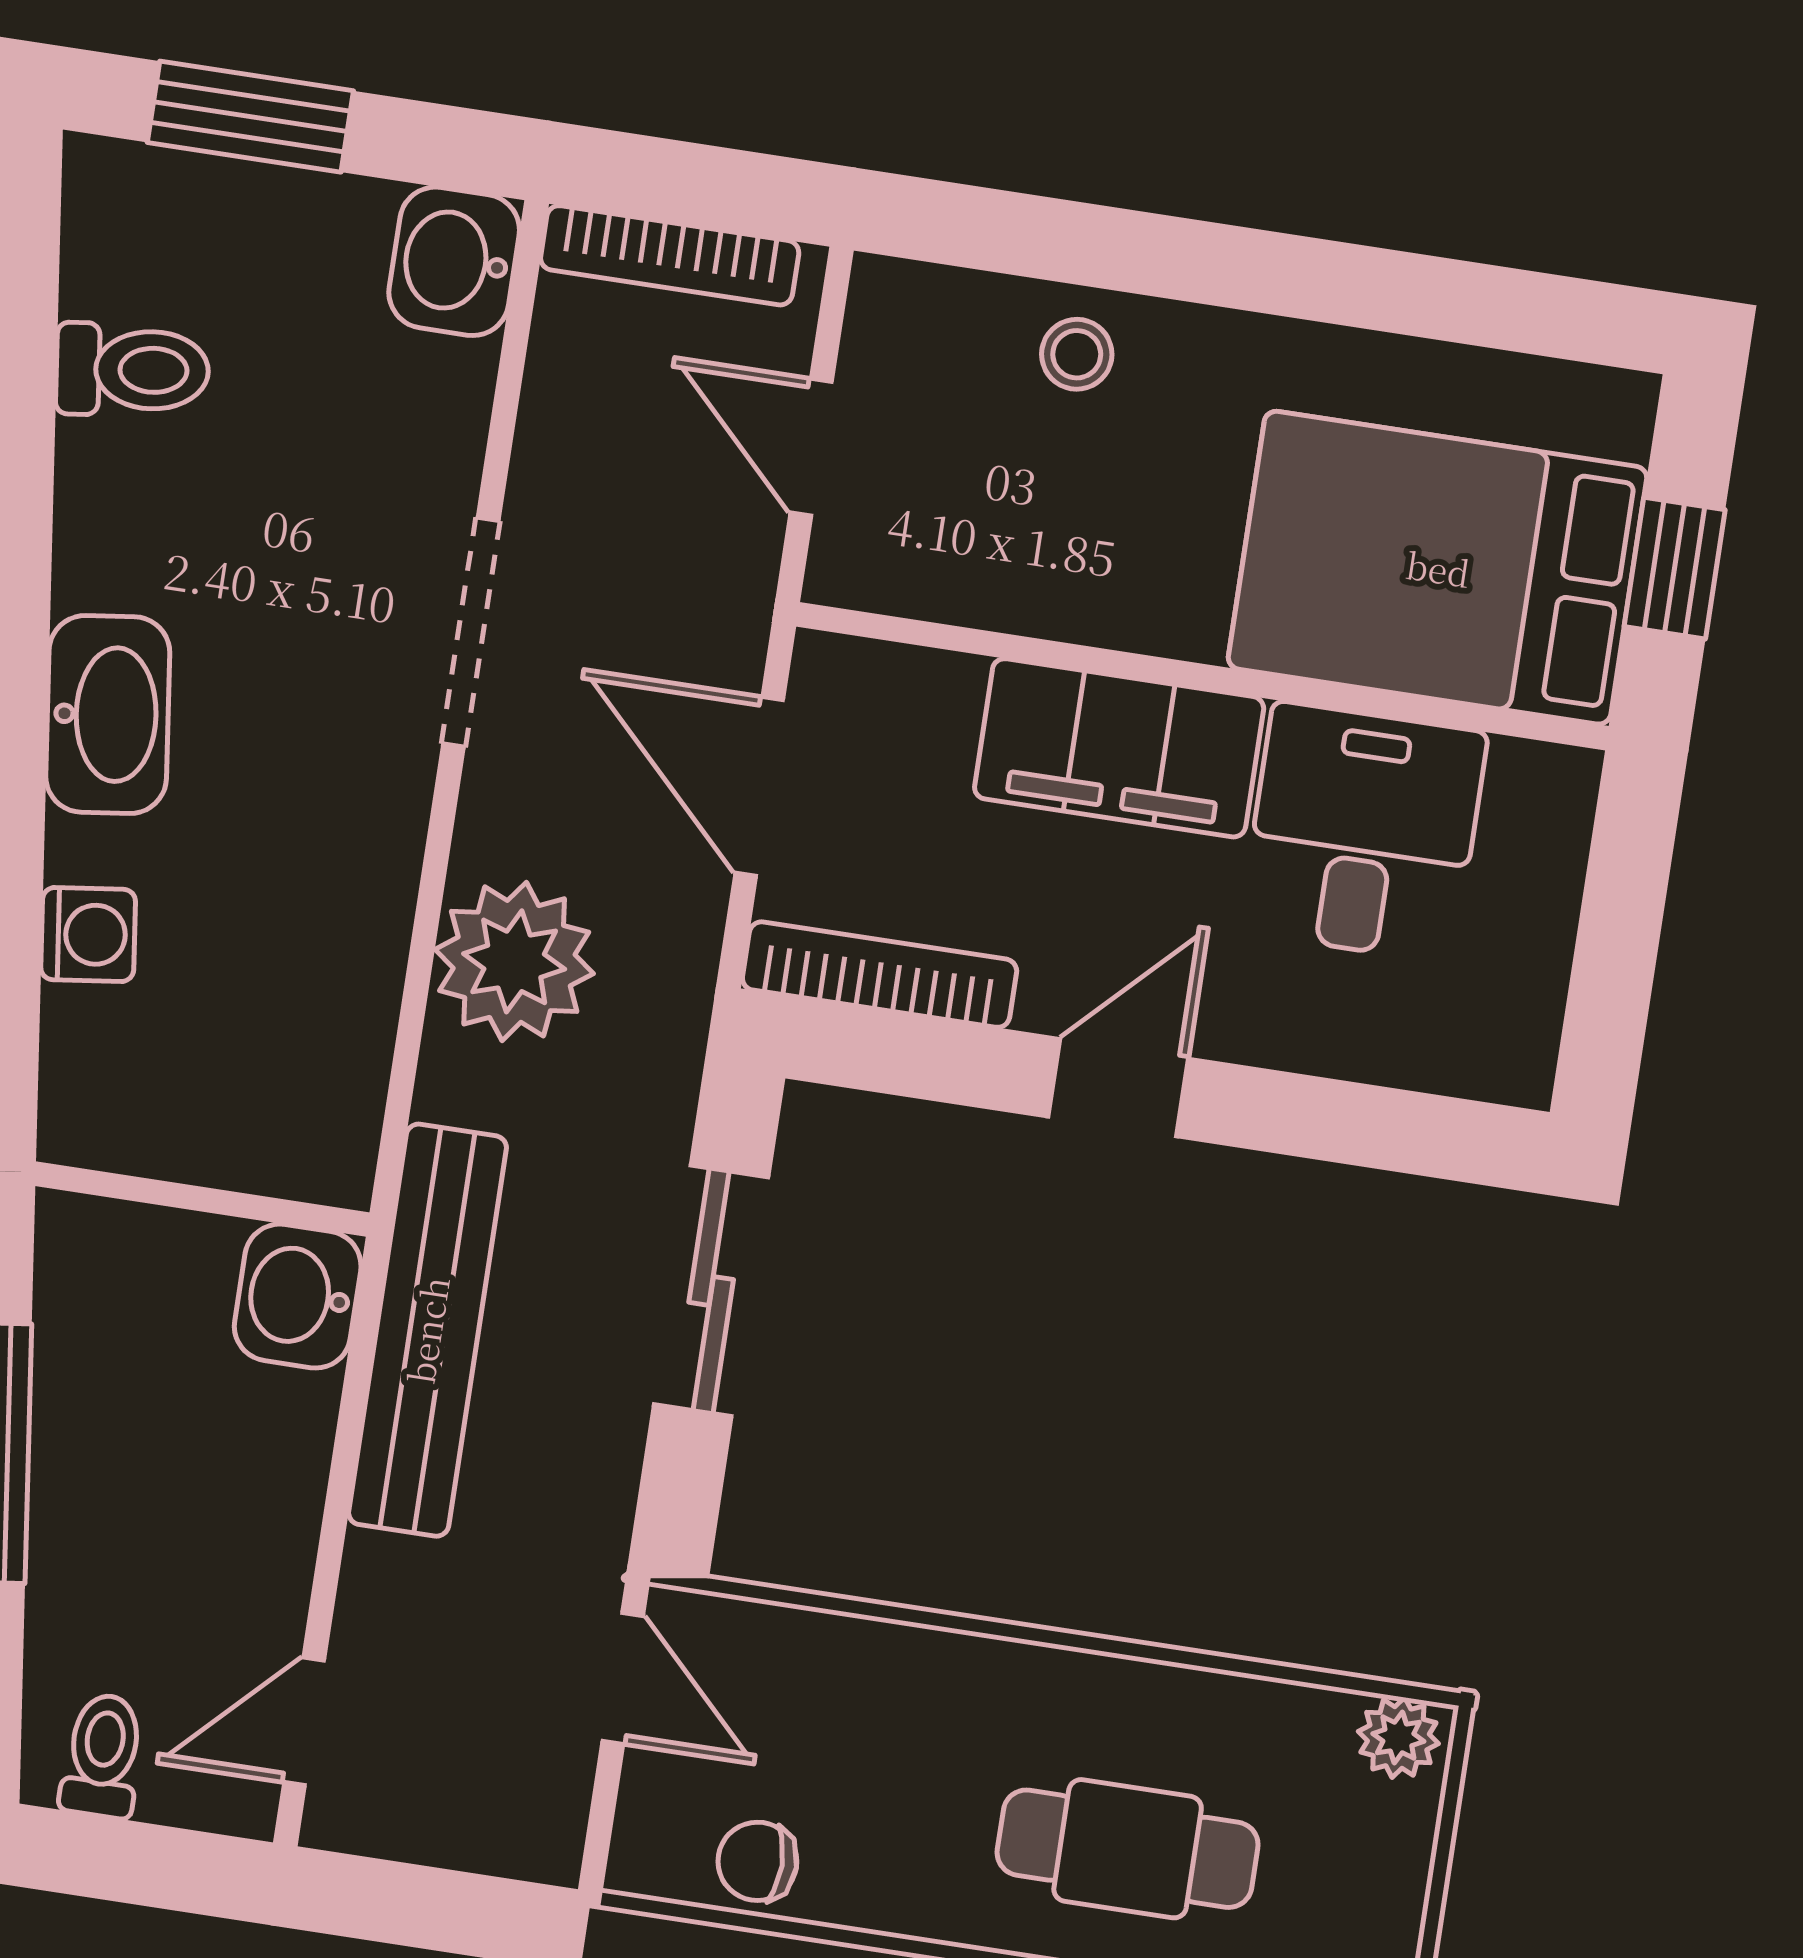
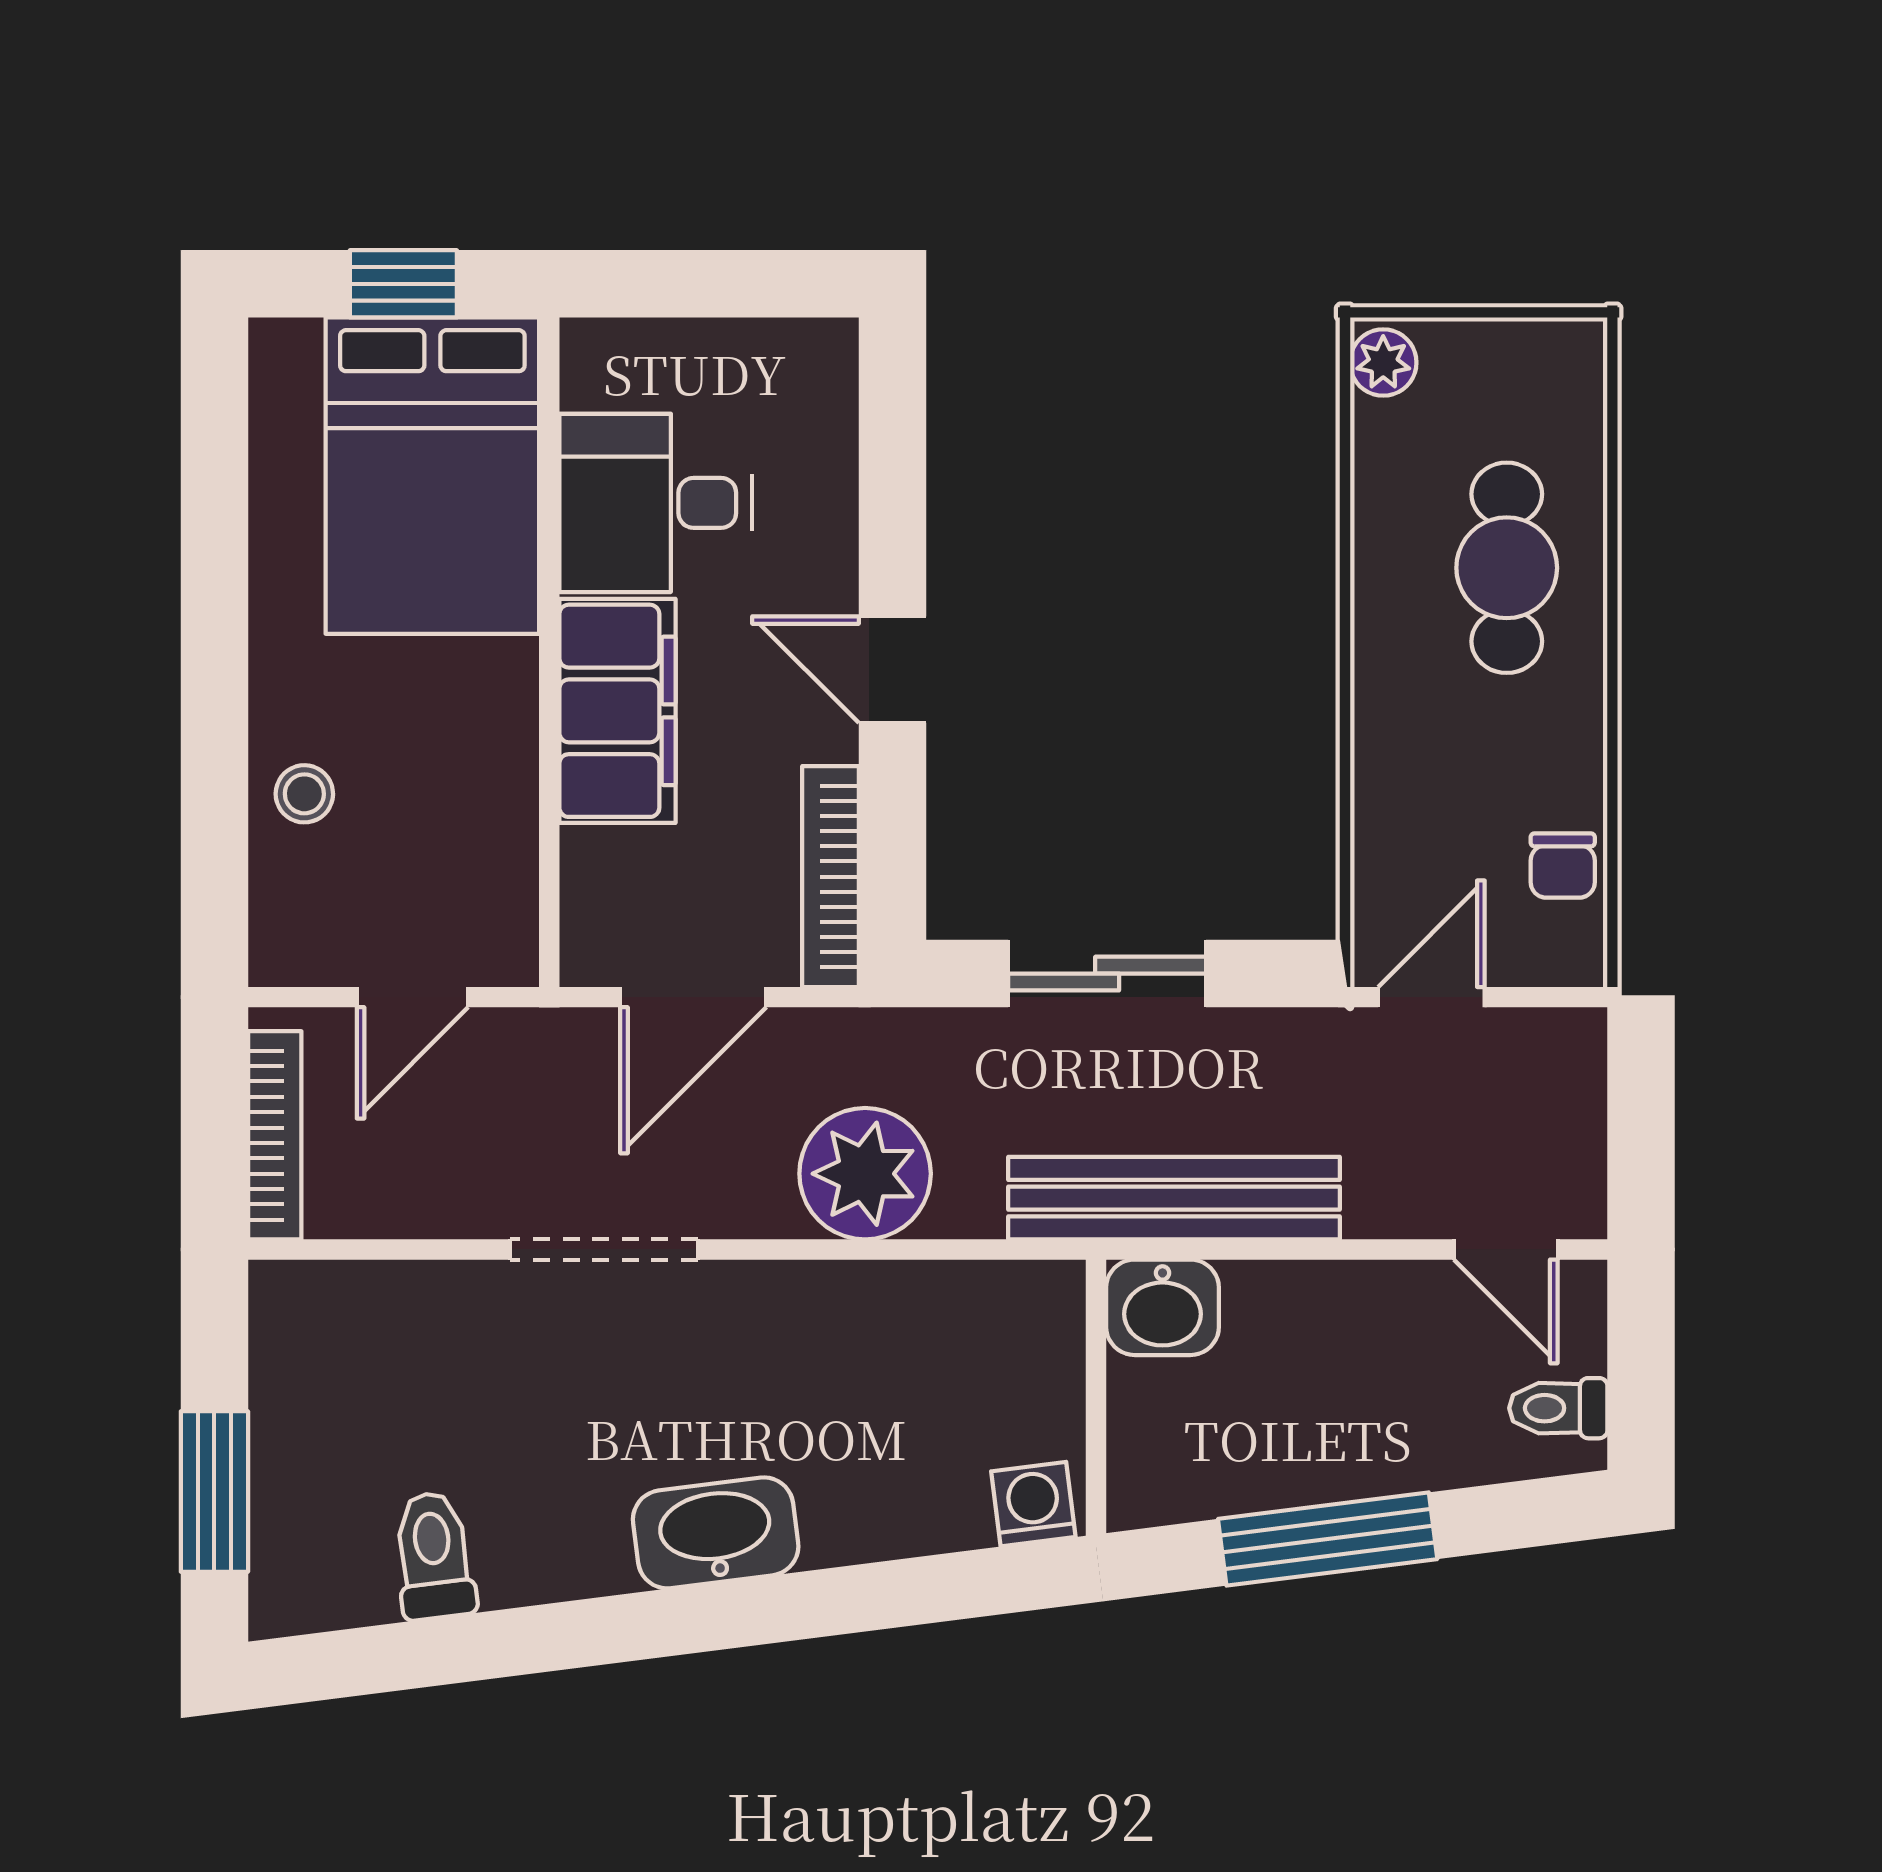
washbasin: (454, 261) -> (306, 1309), removed
washing machine: (88, 934) -> (1033, 1504), moved

